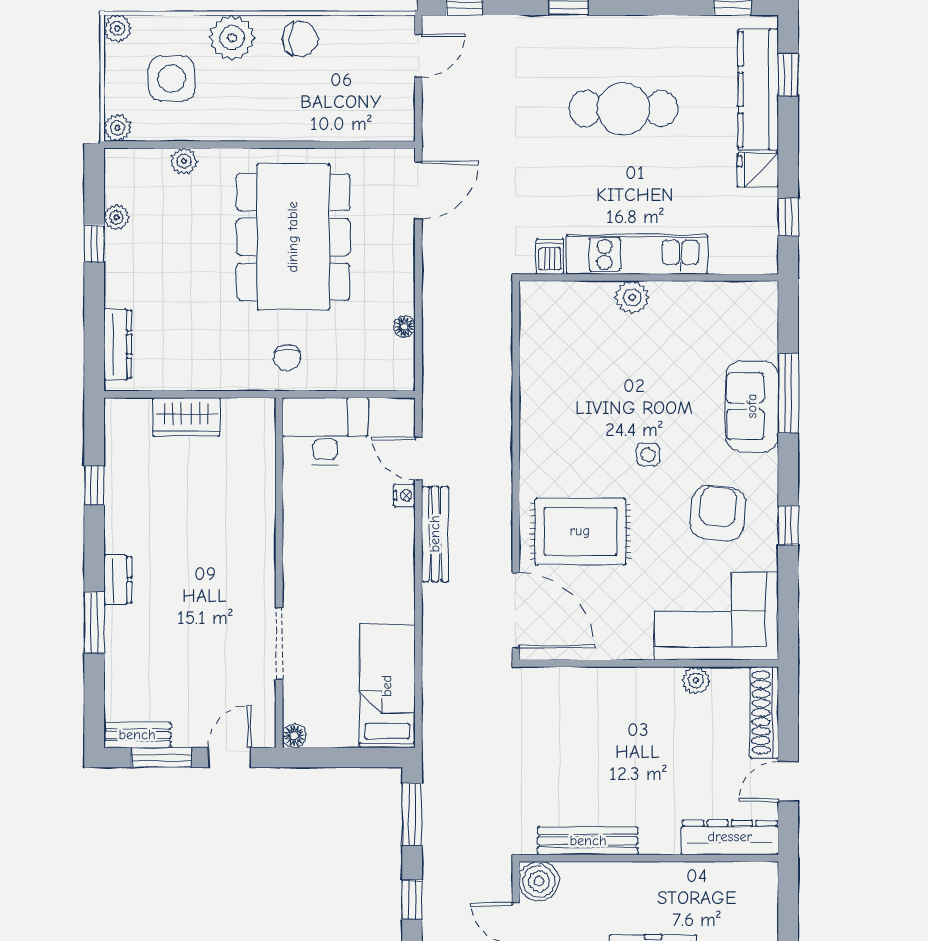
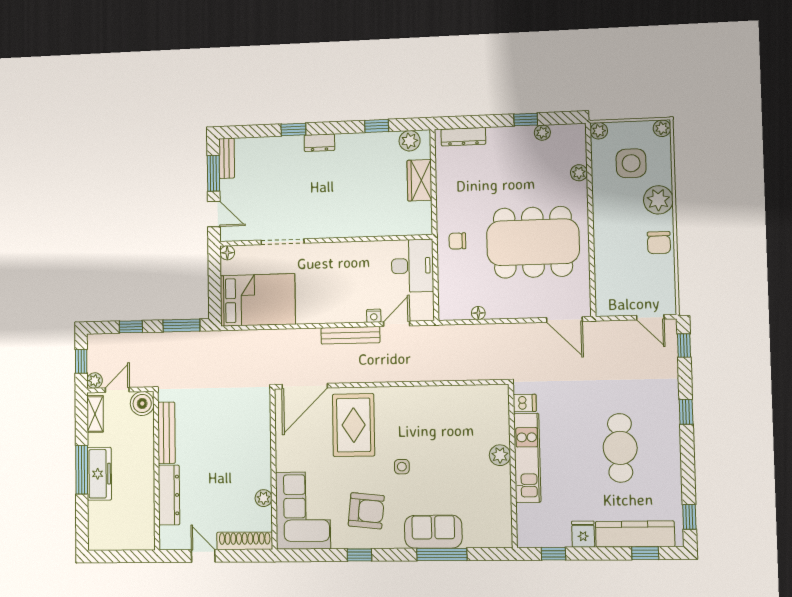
plant: (121, 432) -> (410, 141), added
window: (94, 623) -> (293, 129), width x0.67
bed: (387, 686) -> (258, 300), width x1.50
dresser: (730, 837) -> (169, 495), moved

